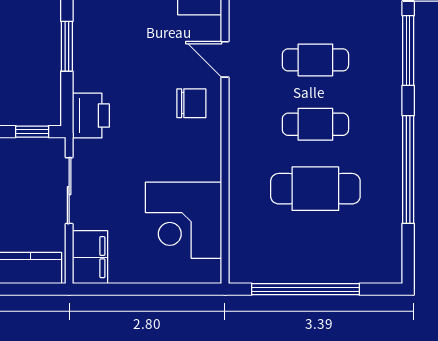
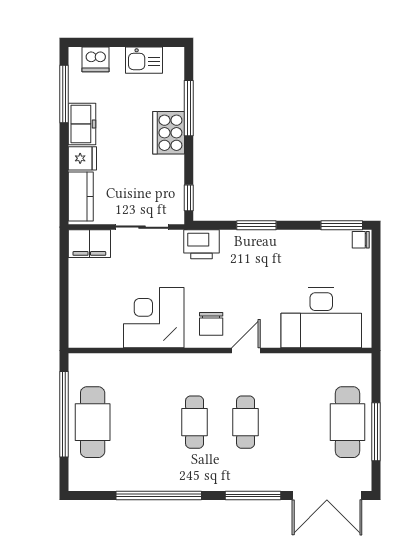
cafe table: (315, 189) -> (93, 422), moved
corner desk: (184, 220) -> (154, 318), moved

